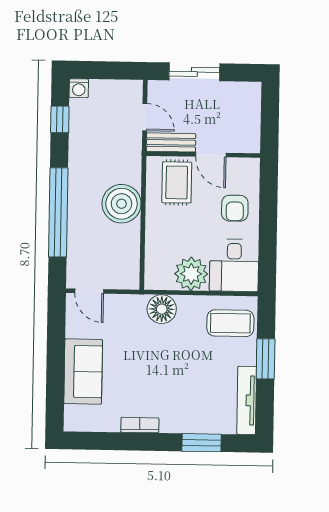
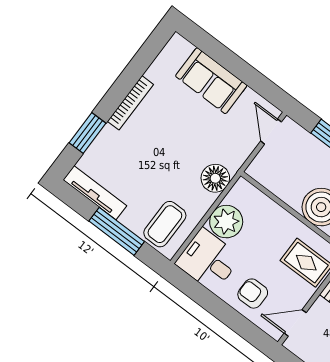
door: (211, 155) -> (295, 323), moved
door: (89, 291) -> (271, 132), hinge flipped
window: (266, 359) -> (117, 231), width x1.44
bookcase: (140, 425) -> (130, 103), width x1.56

